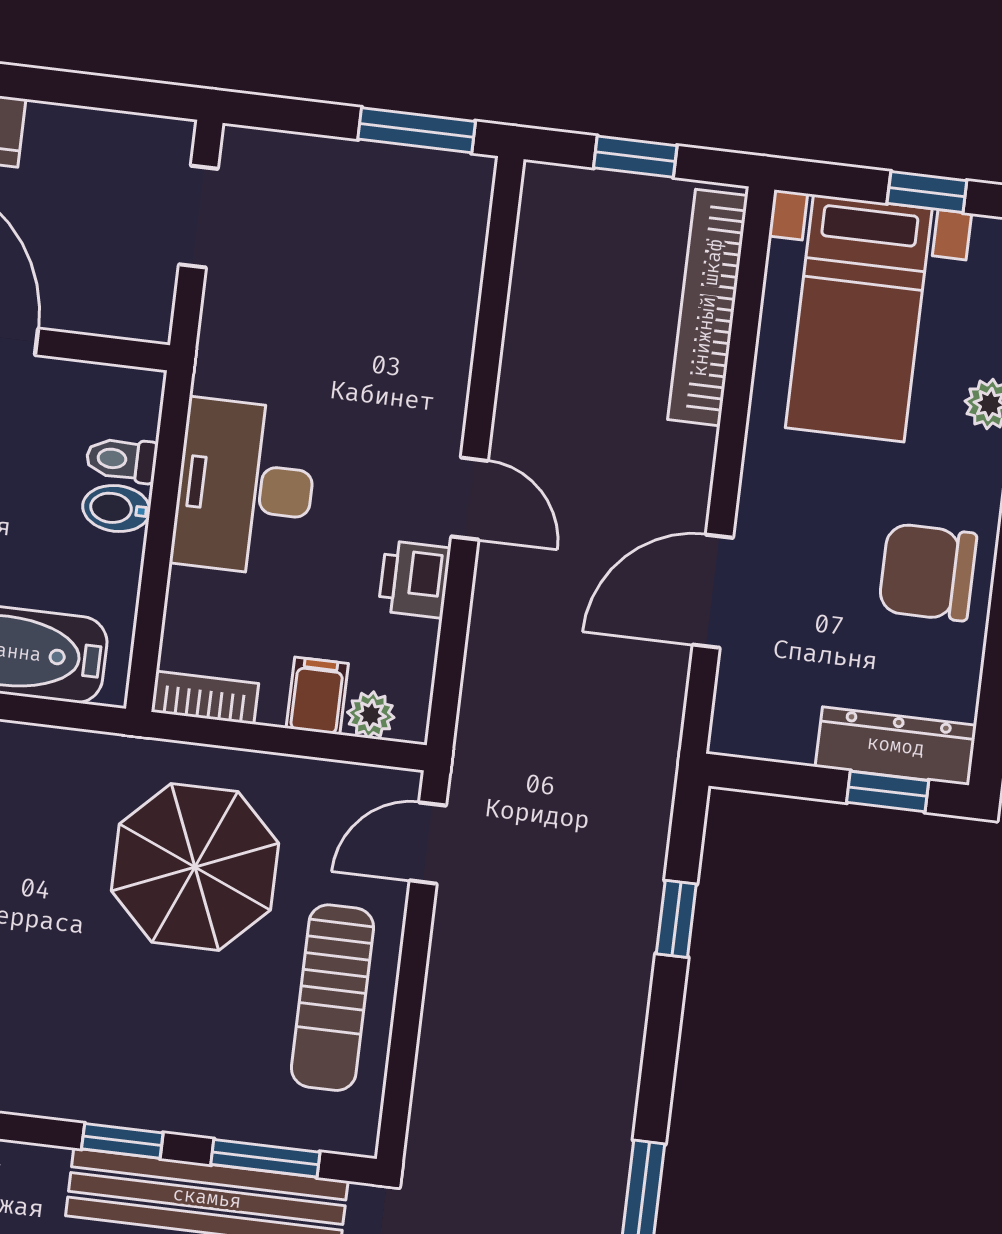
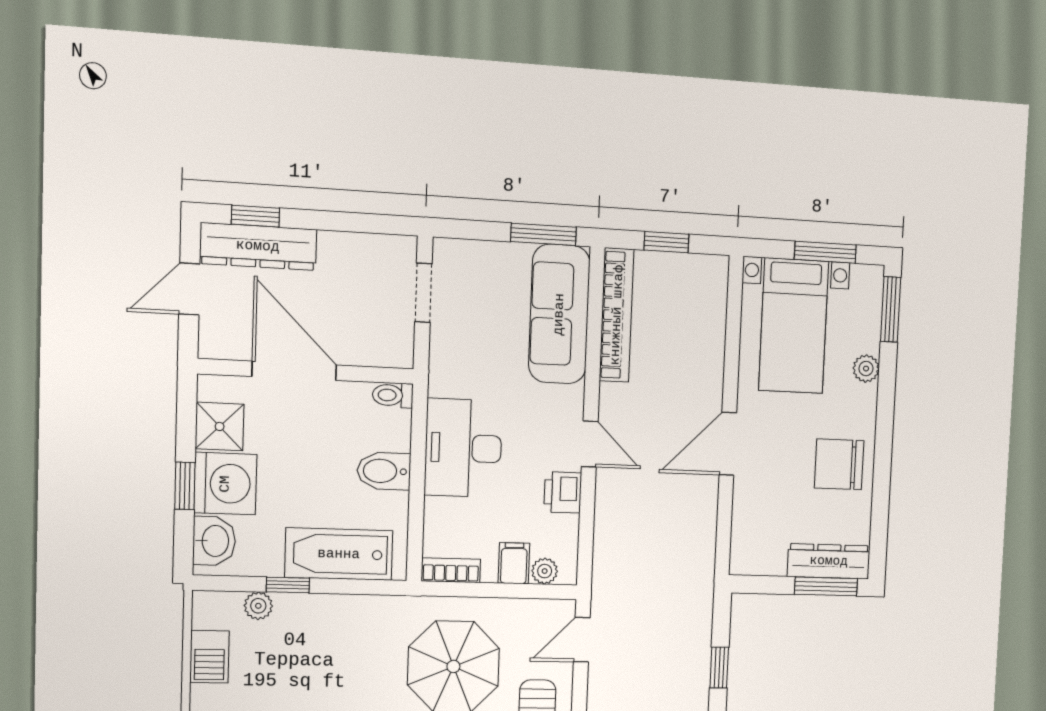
window: (927, 192) -> (825, 252), width x1.50
sofa: (433, 269) -> (559, 314), added
bookcase: (708, 308) -> (617, 315), moved, turned 180
toilet: (122, 460) -> (393, 395), moved
bidet: (116, 508) -> (384, 471), width x1.38, depth x1.36
door: (713, 591) -> (728, 444), moved
window: (888, 791) -> (826, 586), width x1.50

